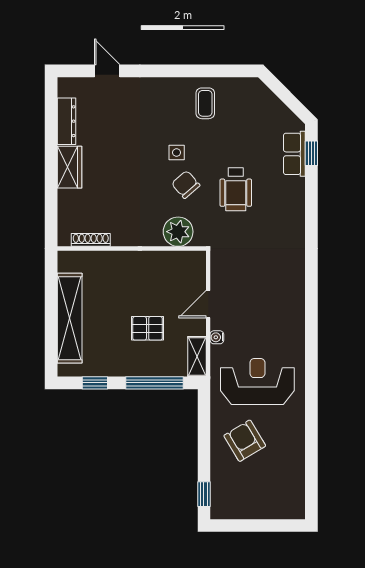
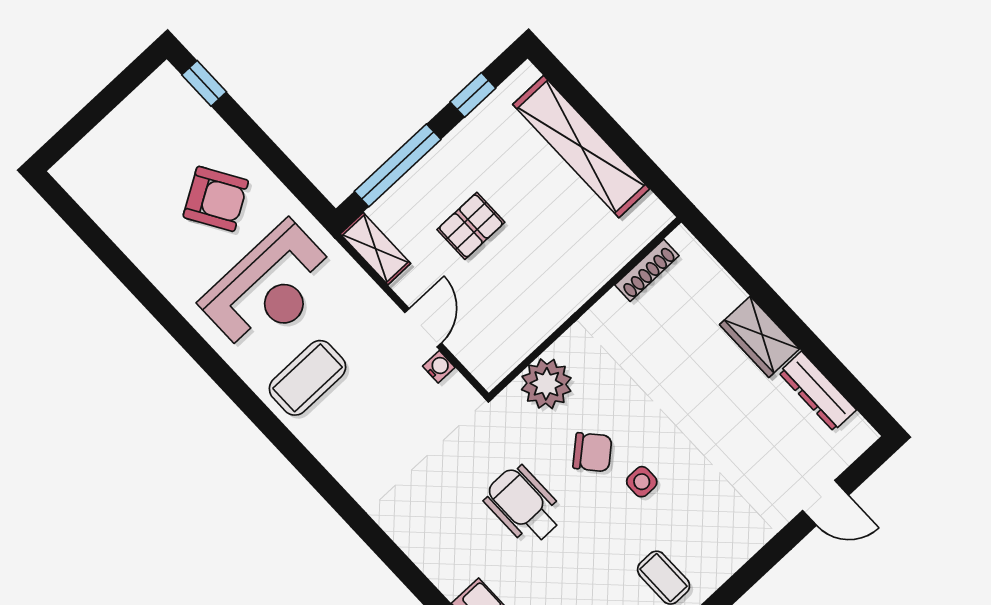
coffee table: (277, 329) -> (307, 378), added
water cooler: (217, 337) -> (439, 367), moved

